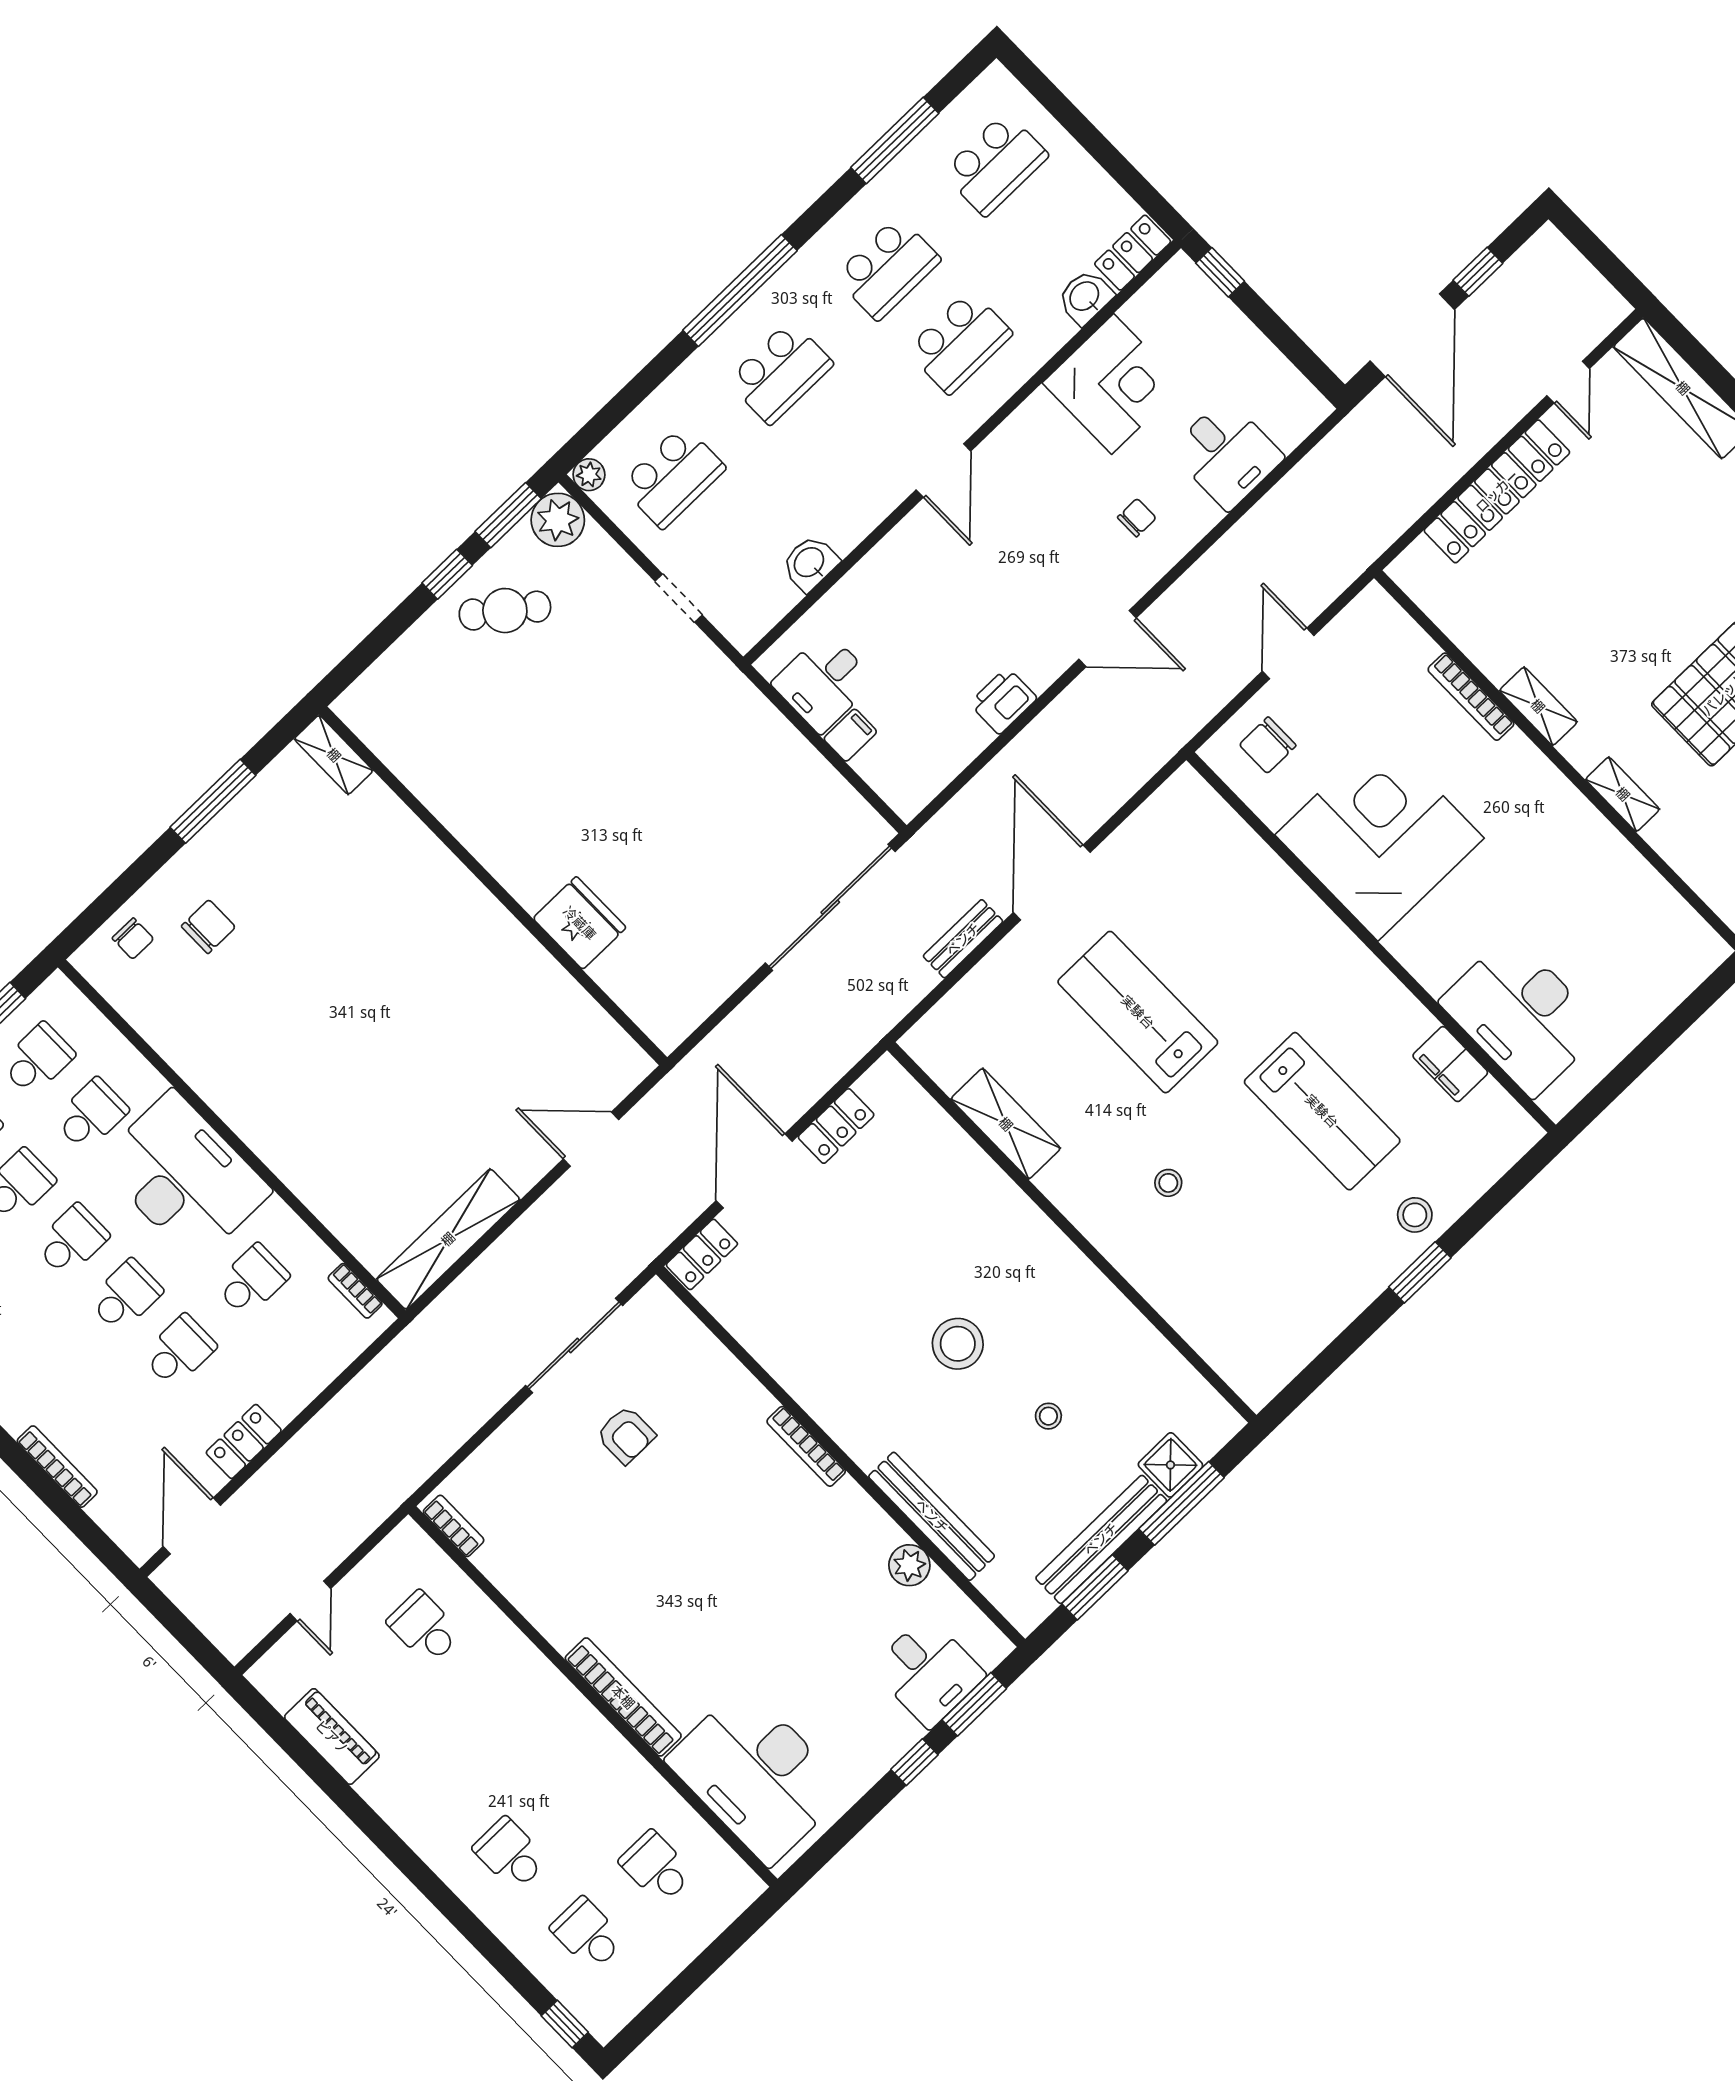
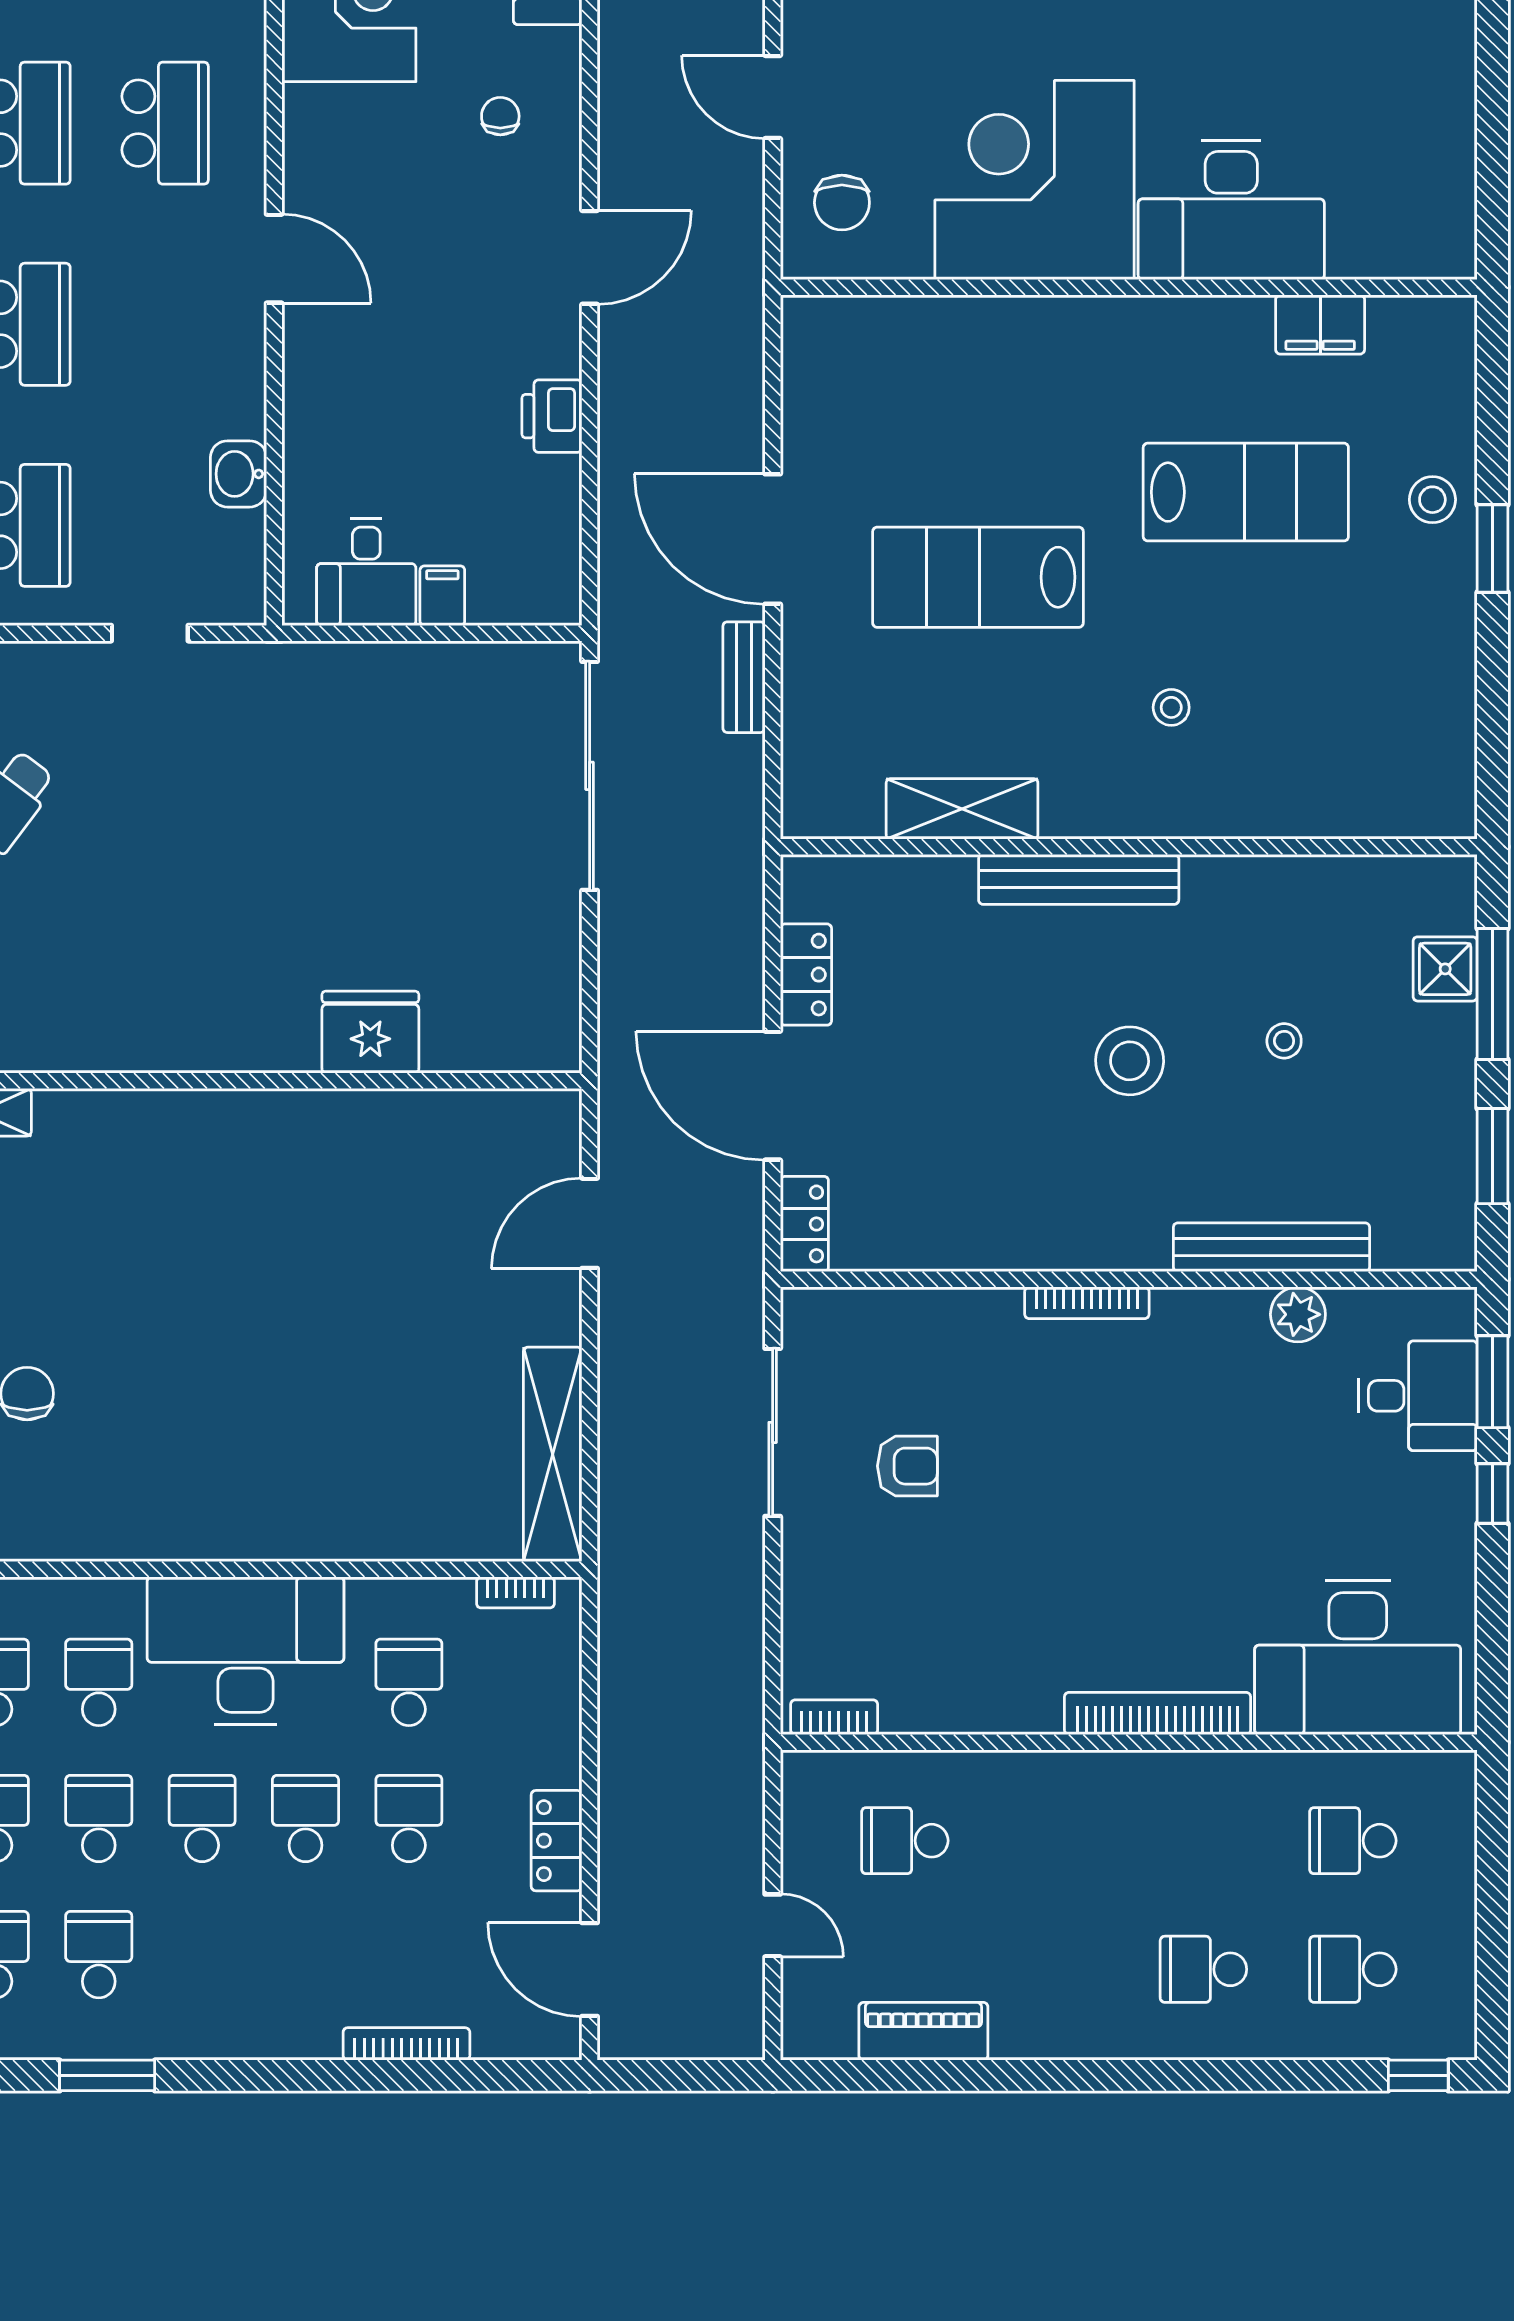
desk: (1522, 1015) -> (1231, 210), moved
bench: (1101, 1539) -> (1079, 879), moved, turned 90

